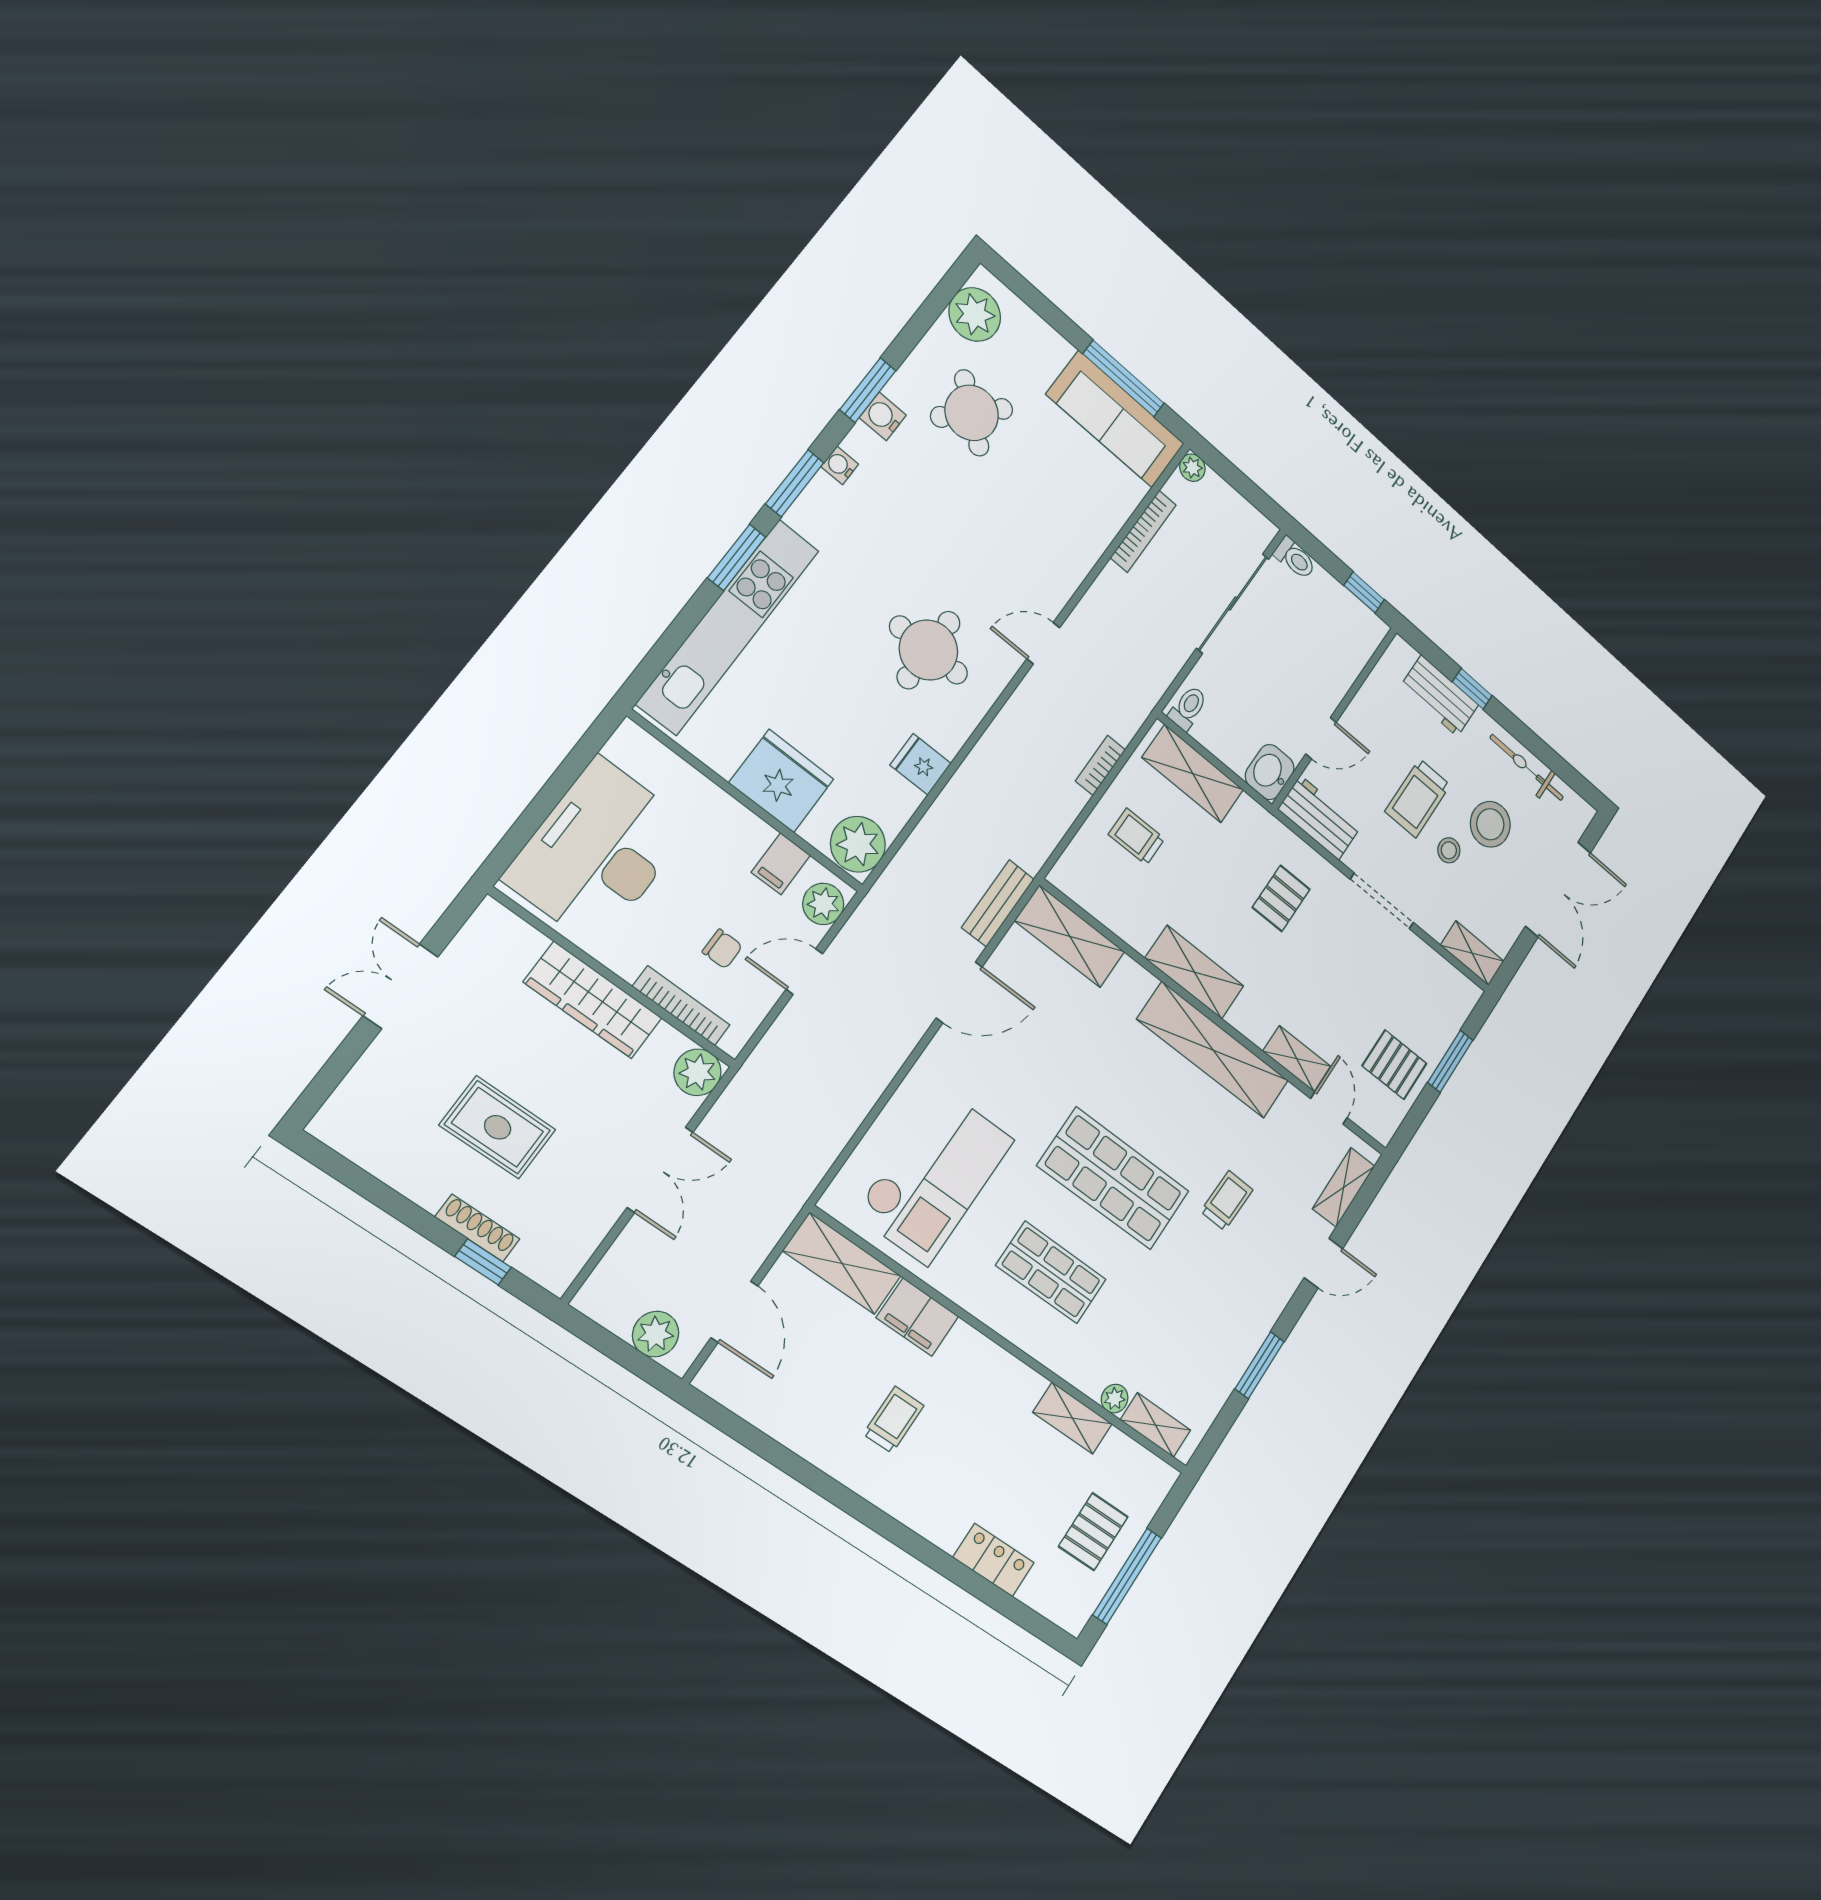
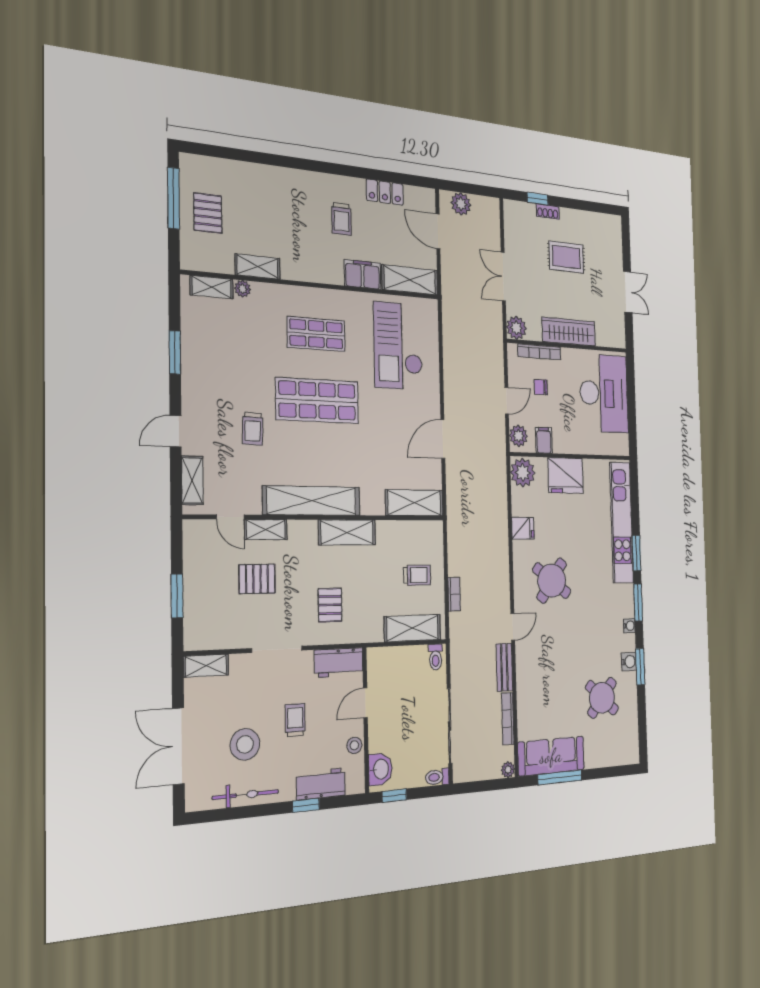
plant: (975, 314) -> (627, 740), removed
round table: (929, 650) -> (552, 581), turned 36
washbasin: (1270, 772) -> (380, 769), moved
trolley: (1418, 798) -> (295, 720), width x0.73, depth x0.72
stool: (1449, 850) -> (354, 745), moved
bench: (998, 903) -> (504, 667), moved
pallet: (1394, 1065) -> (257, 579), moved
shoe rack: (477, 1228) -> (548, 211), width x0.70
locker: (994, 1560) -> (385, 192), moved

